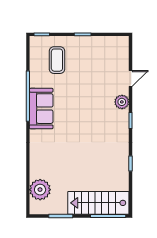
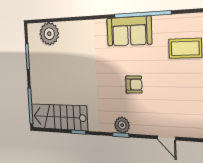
plant: (122, 102) -> (122, 125), moved
armchair: (86, 106) -> (134, 84), added
stairs: (98, 203) -> (59, 117), moved, turned -90

